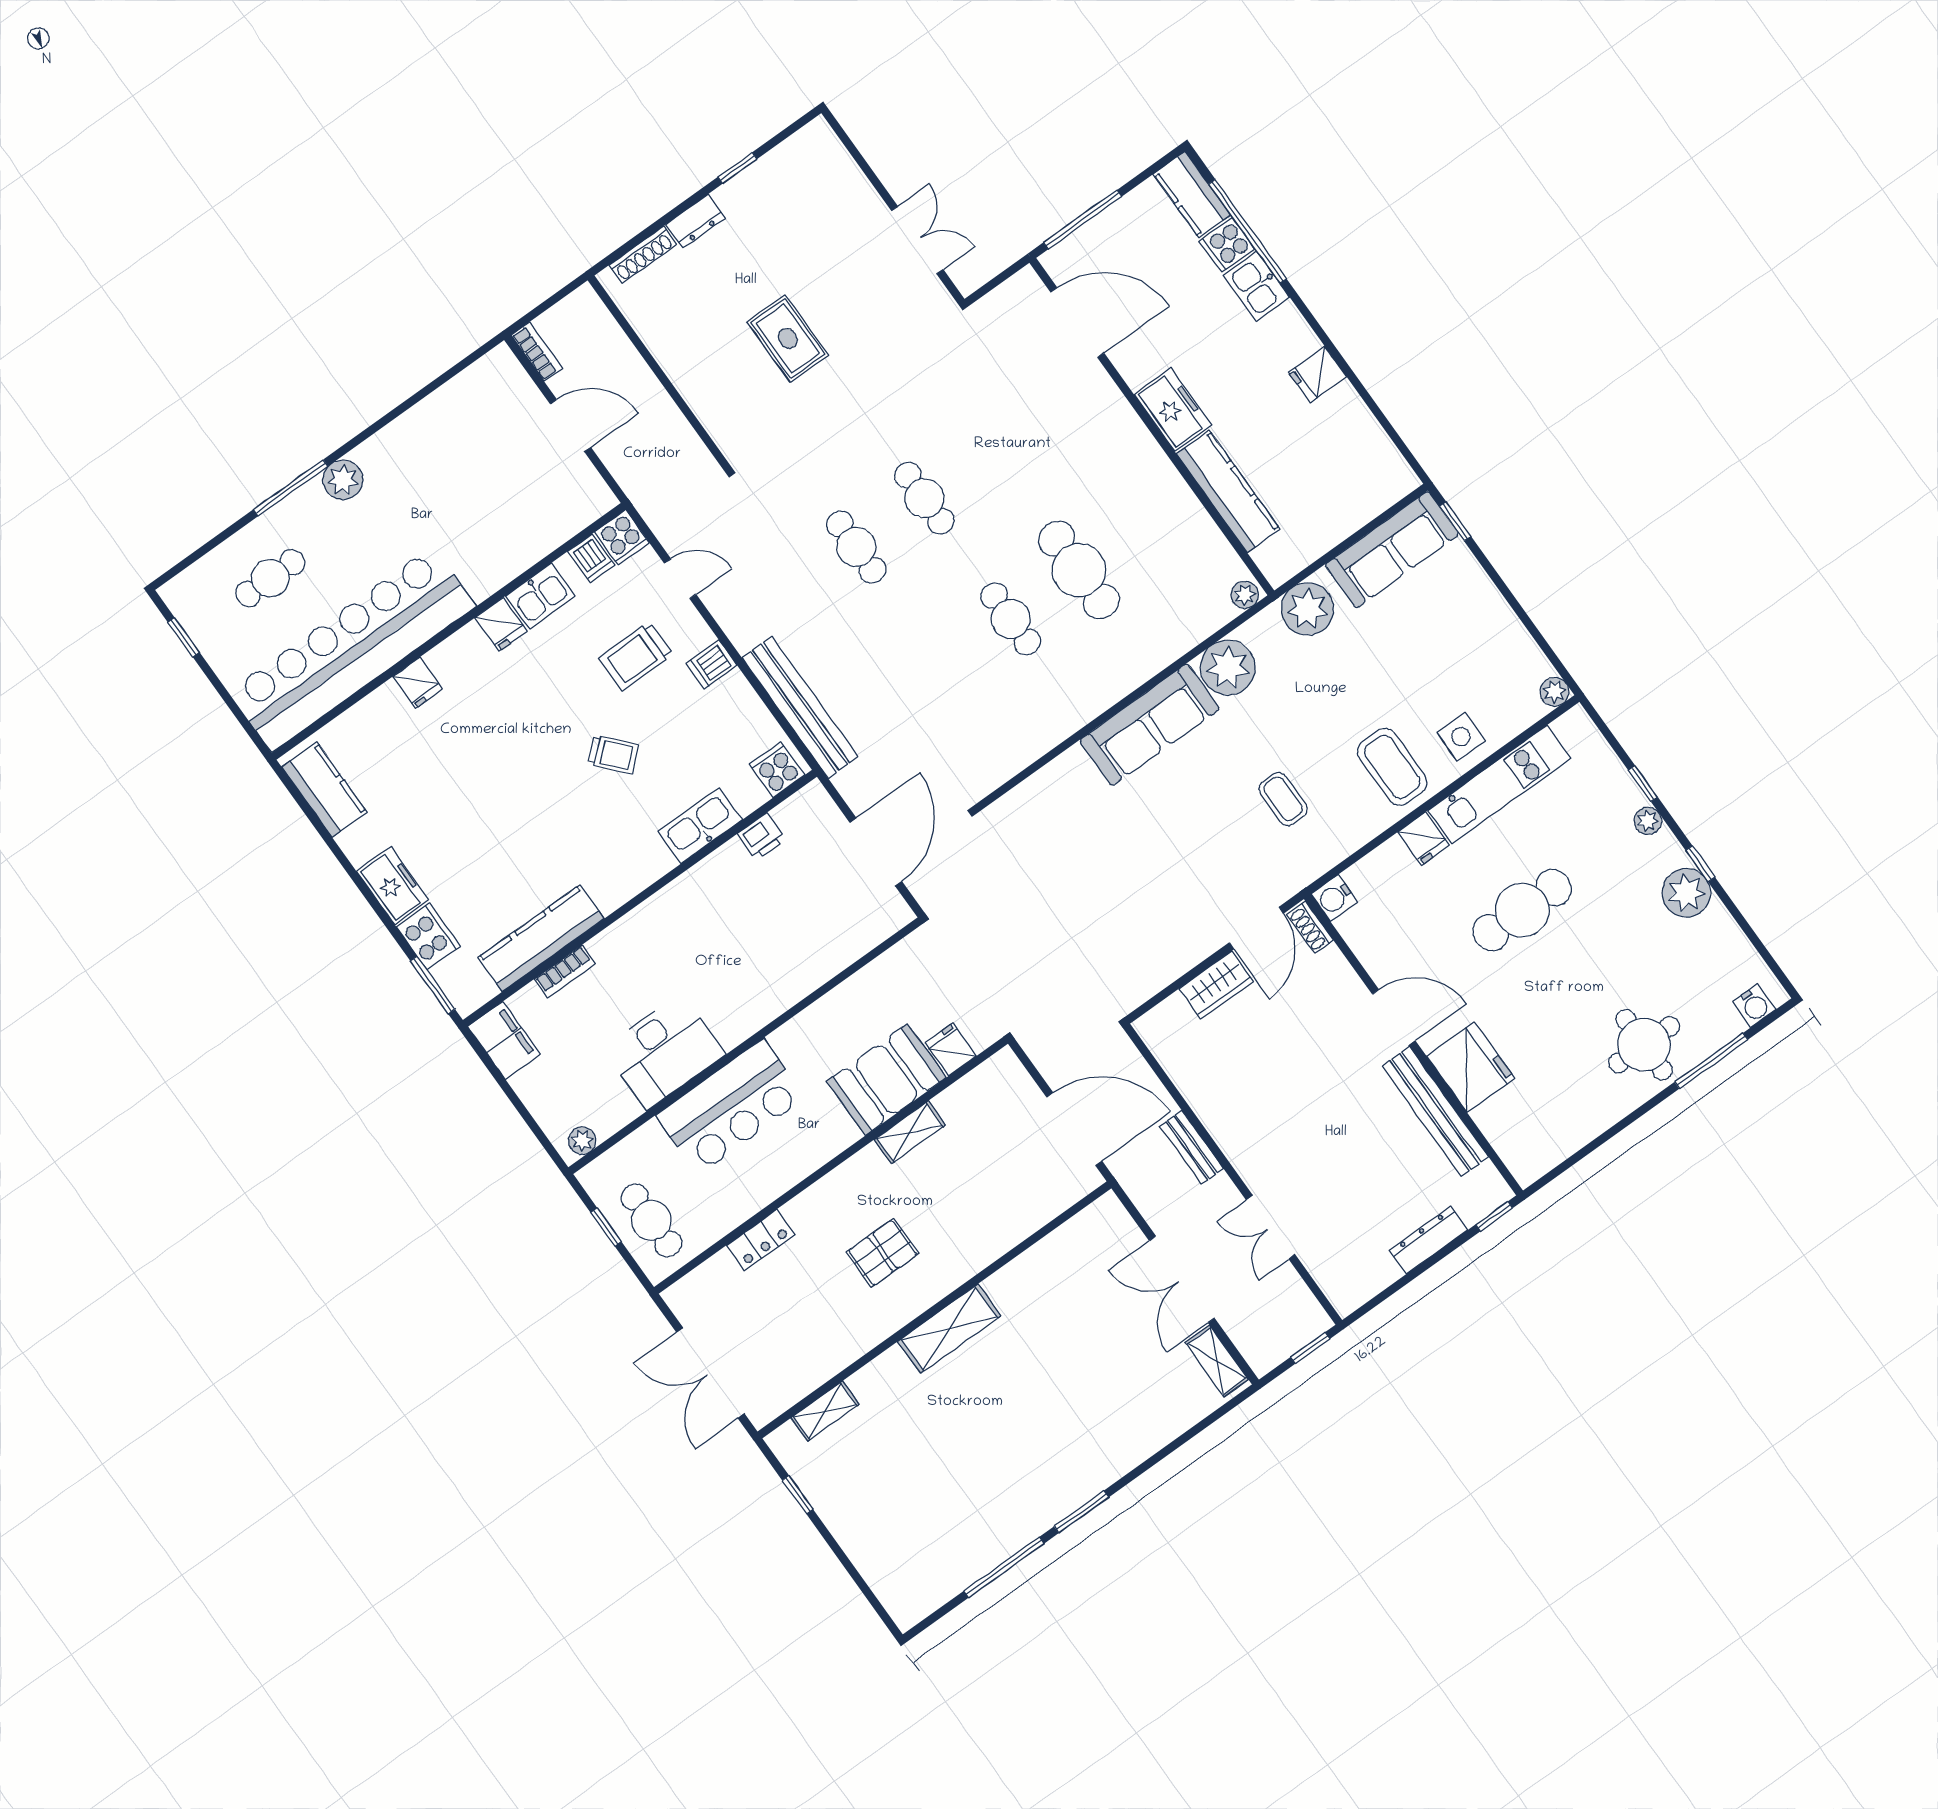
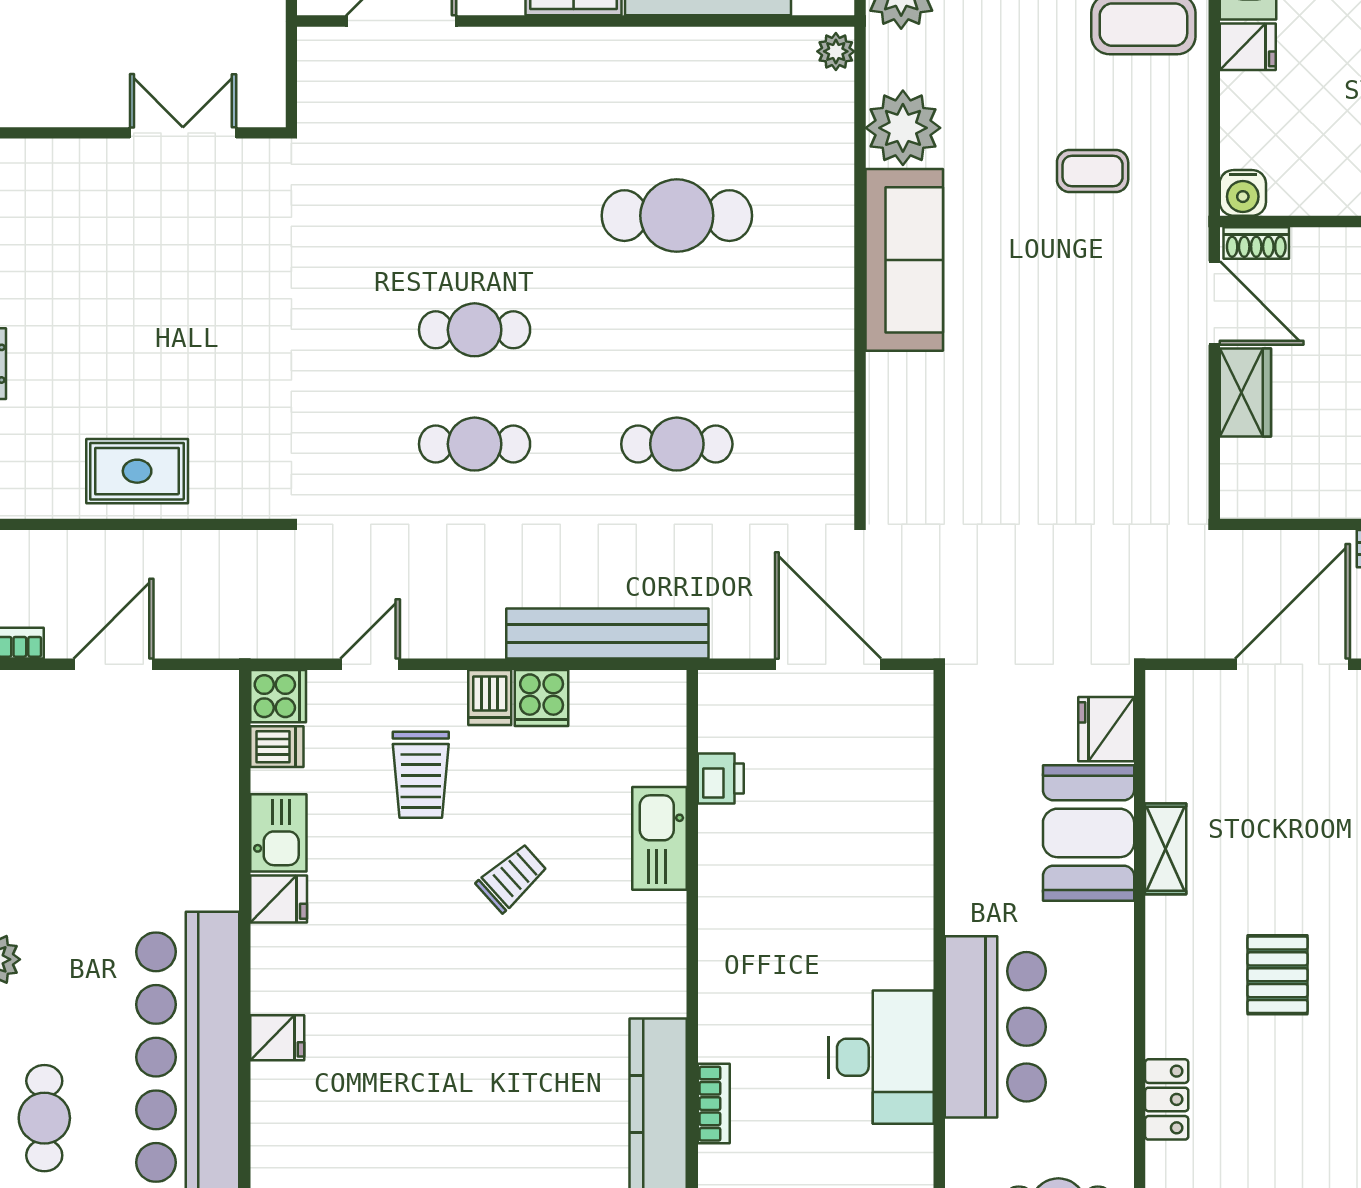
rug: (788, 338) -> (137, 471), moved
cafe table: (1011, 619) -> (677, 444), moved
cooker: (777, 770) -> (542, 698), moved, turned -90
fridge: (951, 1050) -> (1106, 729), width x1.38

